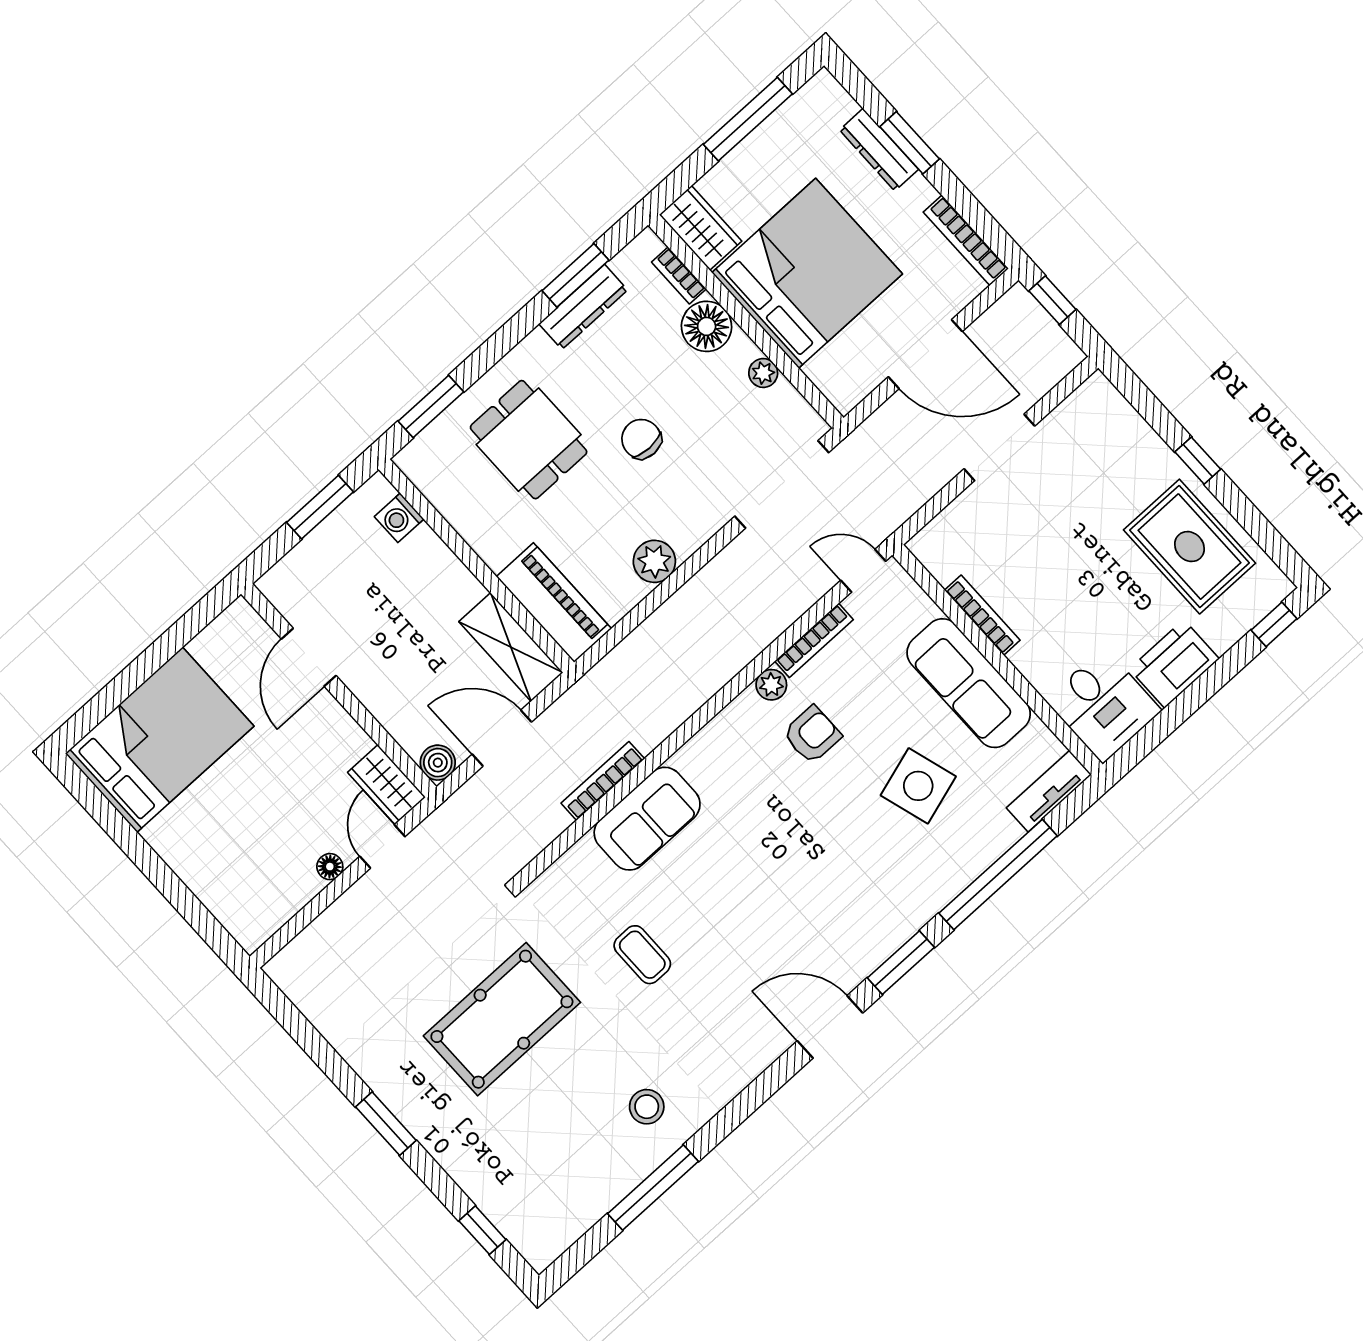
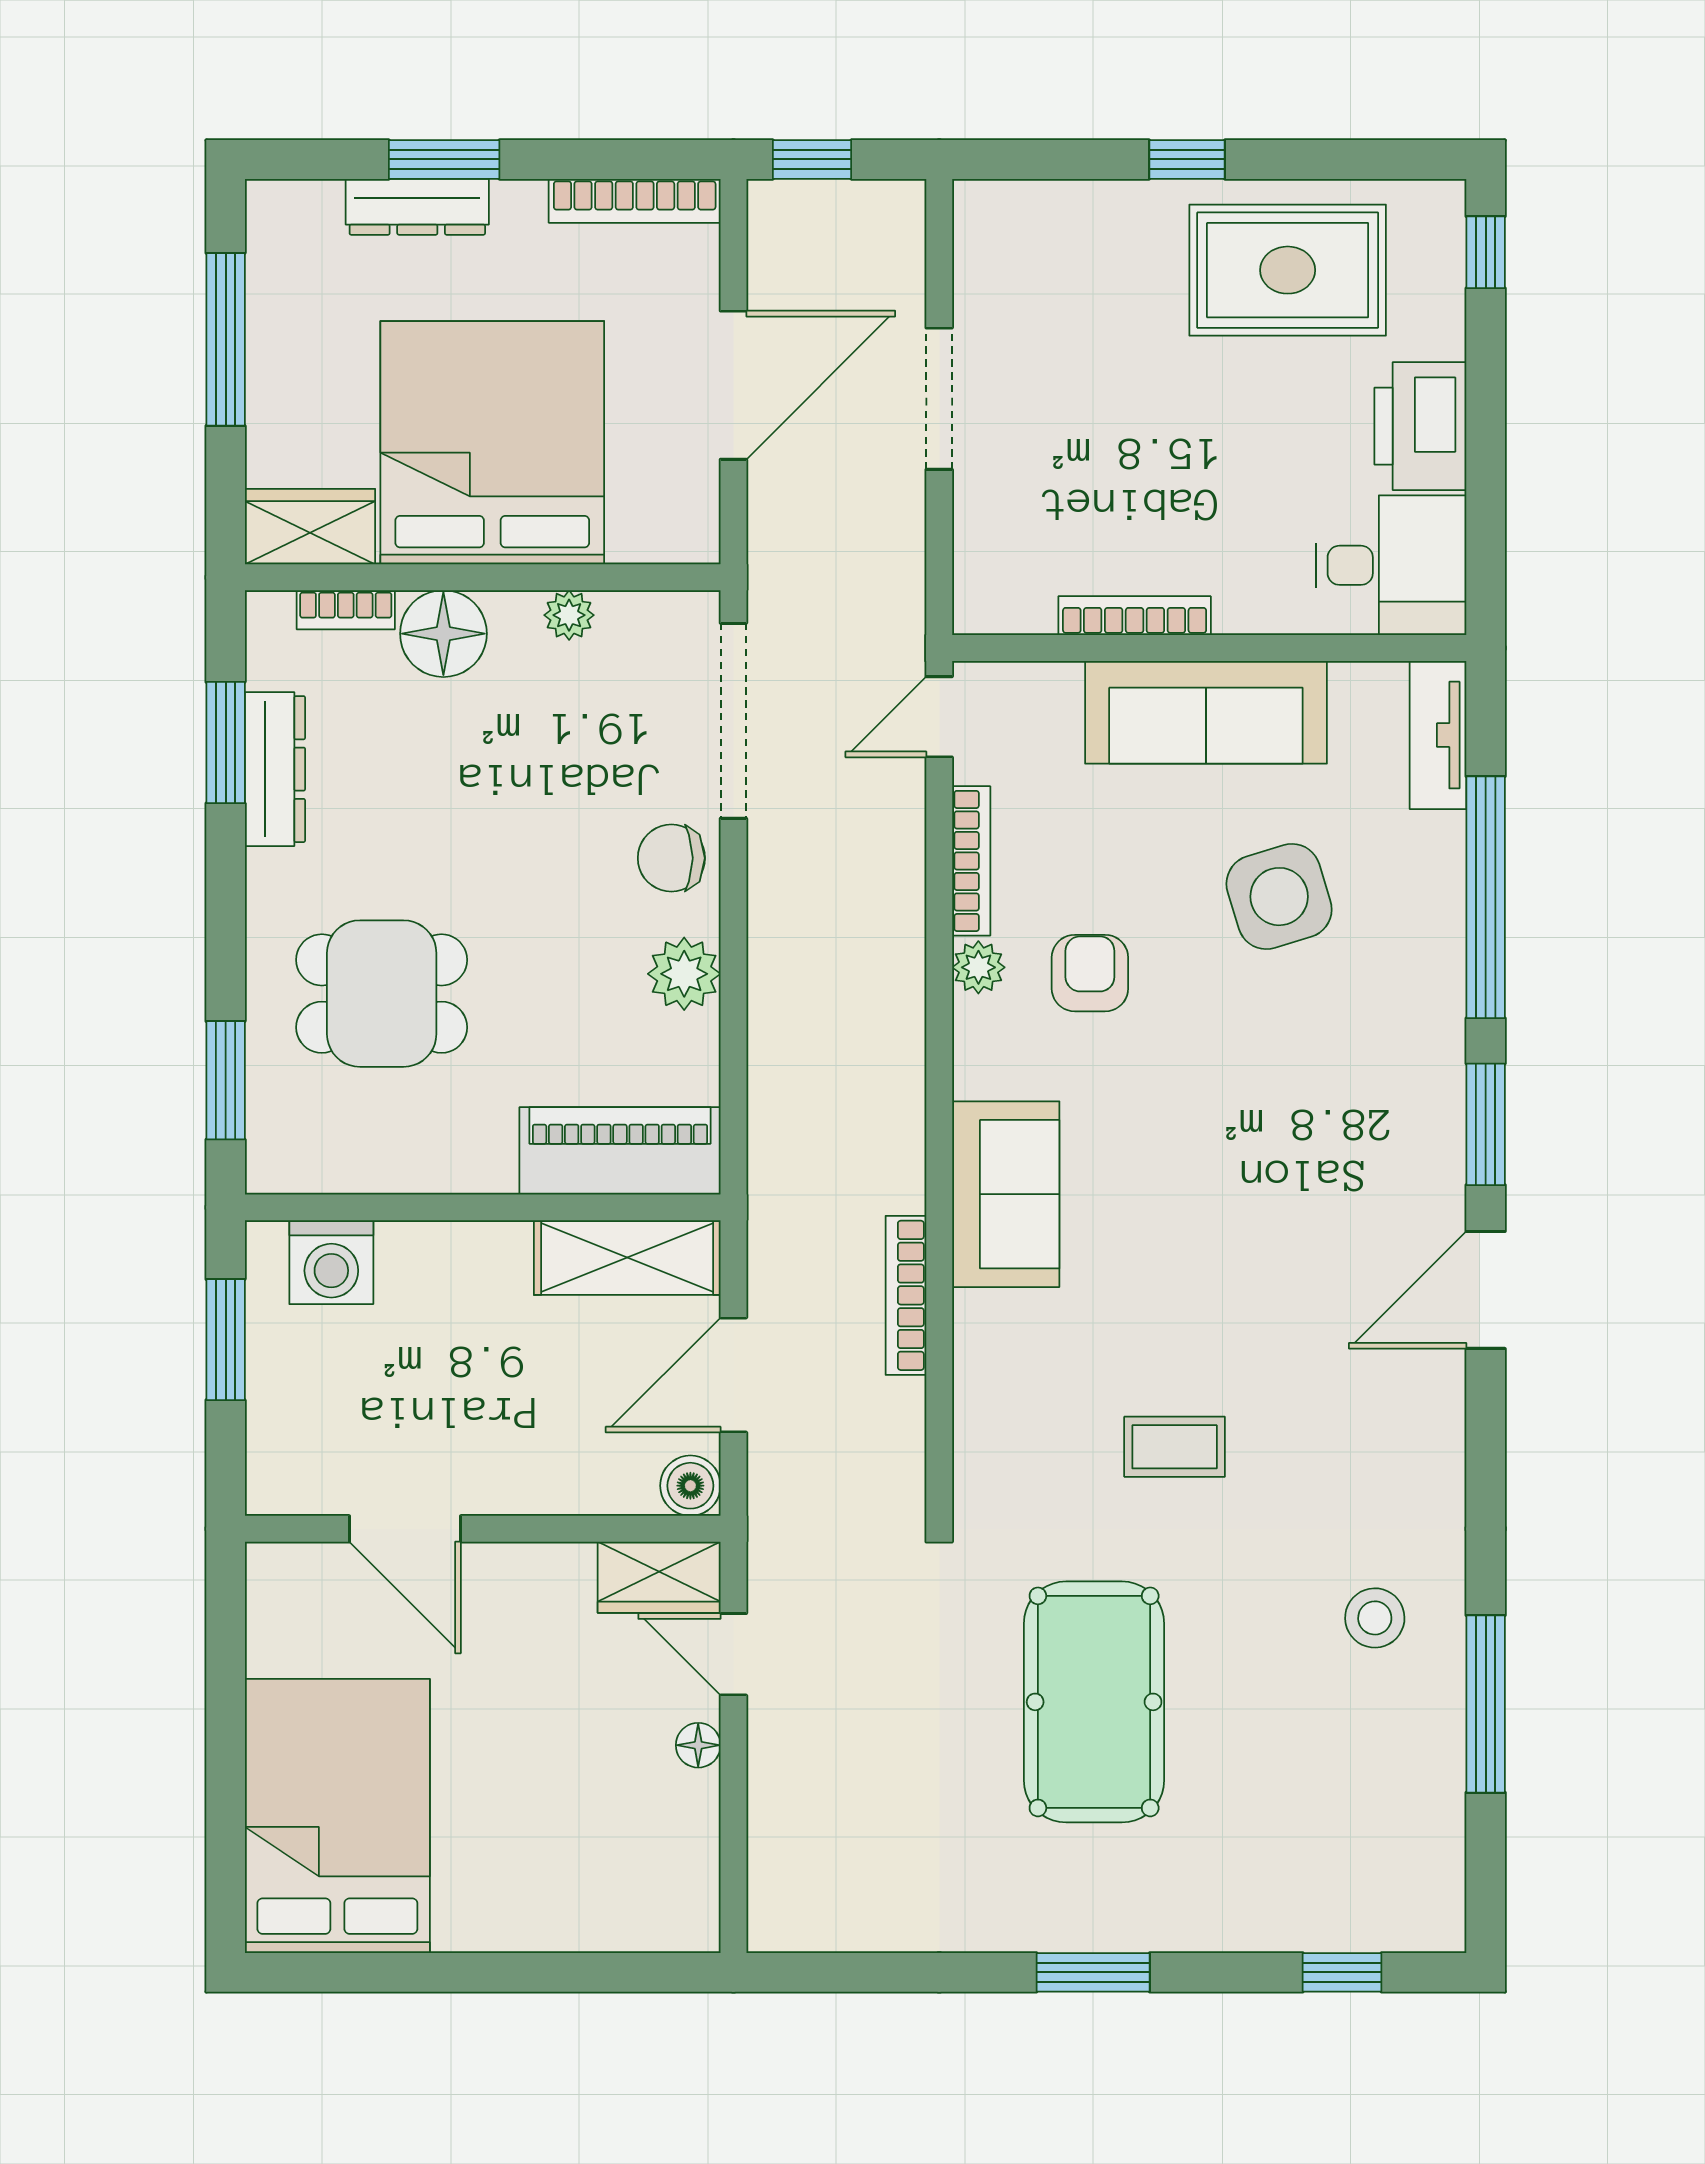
chair: (641, 439) -> (671, 858), moved
washing machine: (399, 518) -> (331, 1262), width x1.38, depth x1.38
sofa: (647, 819) -> (1006, 1194), moved

